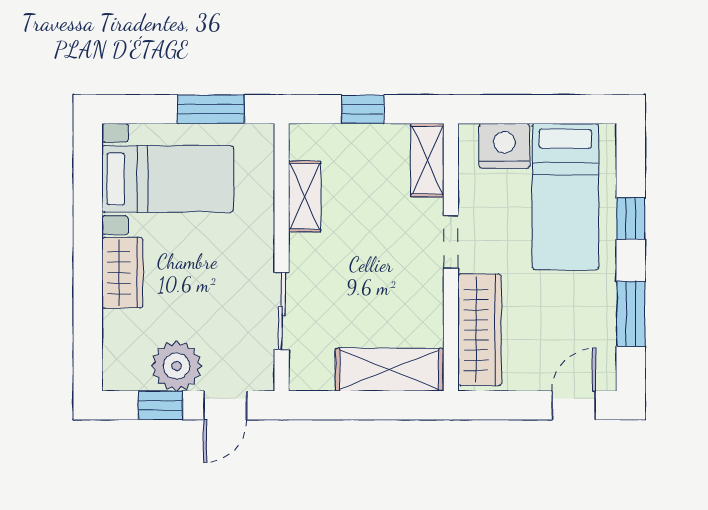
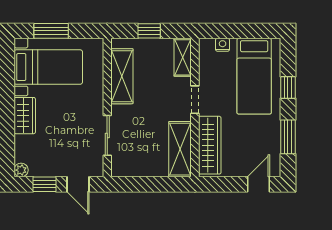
window: (211, 109) -> (51, 31), moved
nightstand: (504, 146) -> (223, 45), width x0.53, depth x0.56
shelving: (305, 197) -> (122, 76), width x1.50, depth x1.33
plant: (176, 366) -> (21, 170), moved, width x0.53, depth x0.53
shelving: (389, 370) -> (180, 149), moved, turned 90
door: (225, 405) -> (78, 184), hinge flipped

